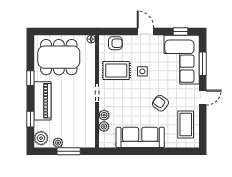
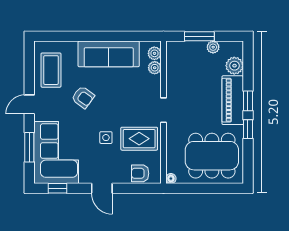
plant: (104, 115) -> (154, 53), moved
window: (30, 119) -> (248, 101), moved
plant: (41, 138) -> (234, 66), moved

